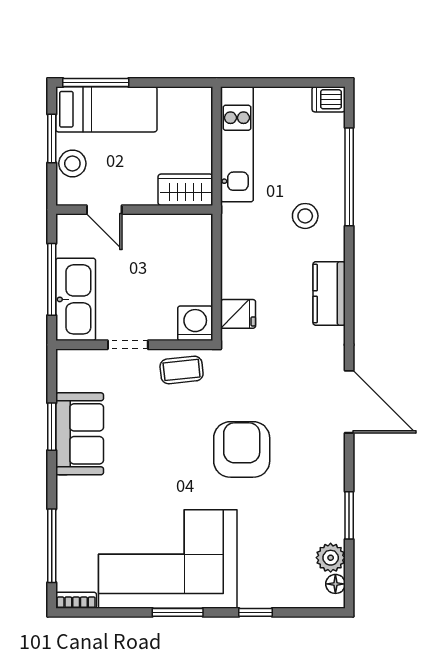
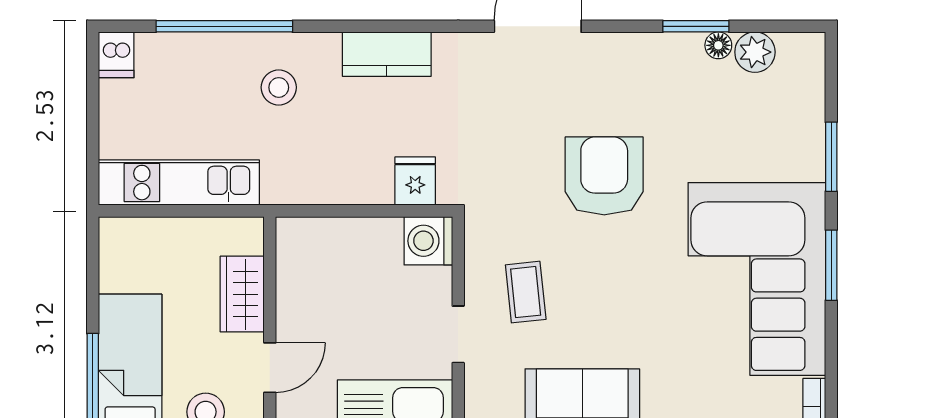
wardrobe: (185, 190) -> (242, 294), moved
coffee table: (182, 370) -> (526, 292), moved
armchair: (242, 449) -> (604, 176), turned 90
floor lamp: (335, 584) -> (718, 45), moved
window: (255, 612) -> (831, 157), width x1.50

